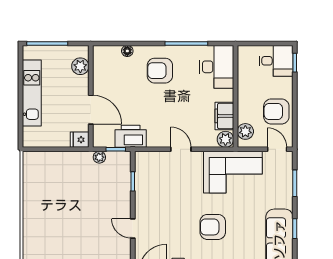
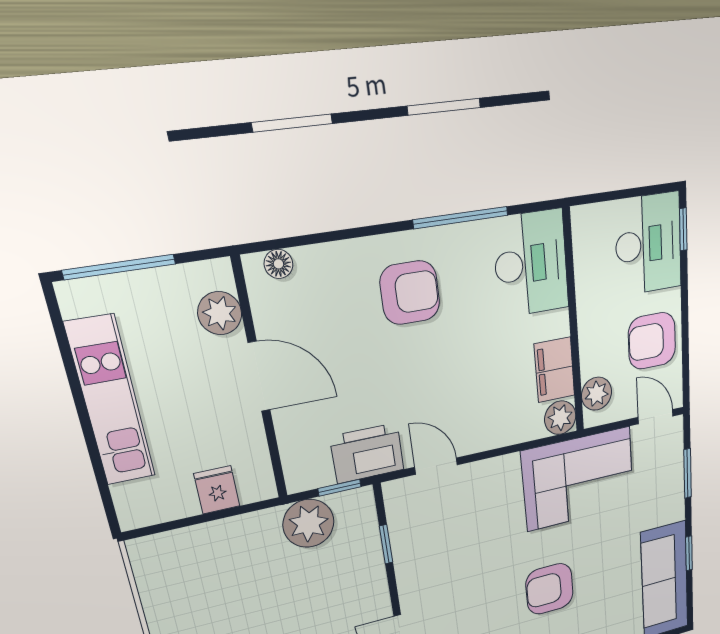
floor lamp: (127, 51) -> (278, 264), moved
desk: (276, 61) -> (648, 244), width x1.37
armchair: (160, 71) -> (410, 293), turned 180
door: (91, 110) -> (259, 376), moved
fridge: (80, 140) -> (217, 490), moved, turned 90
door: (181, 149) -> (436, 466), moved
plant: (99, 157) -> (309, 523), width x1.88, depth x1.88

